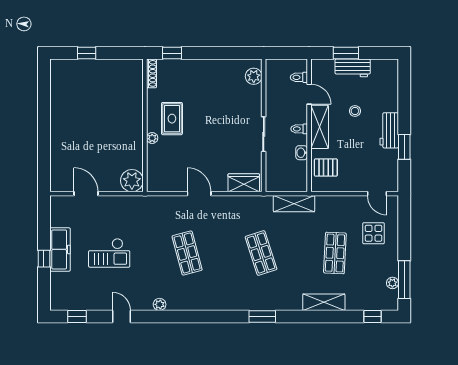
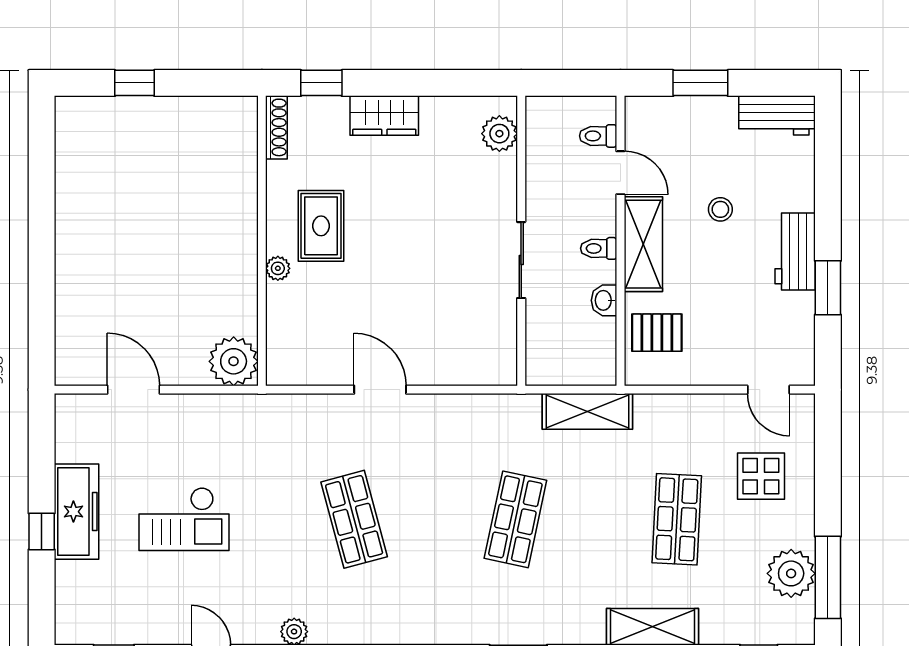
workbench: (353, 68) -> (777, 115), moved
wardrobe: (244, 183) -> (384, 116), moved, turned 180
shop shelf: (261, 253) -> (515, 519), turned 30
plant: (392, 283) -> (791, 573), width x1.87, depth x1.87

